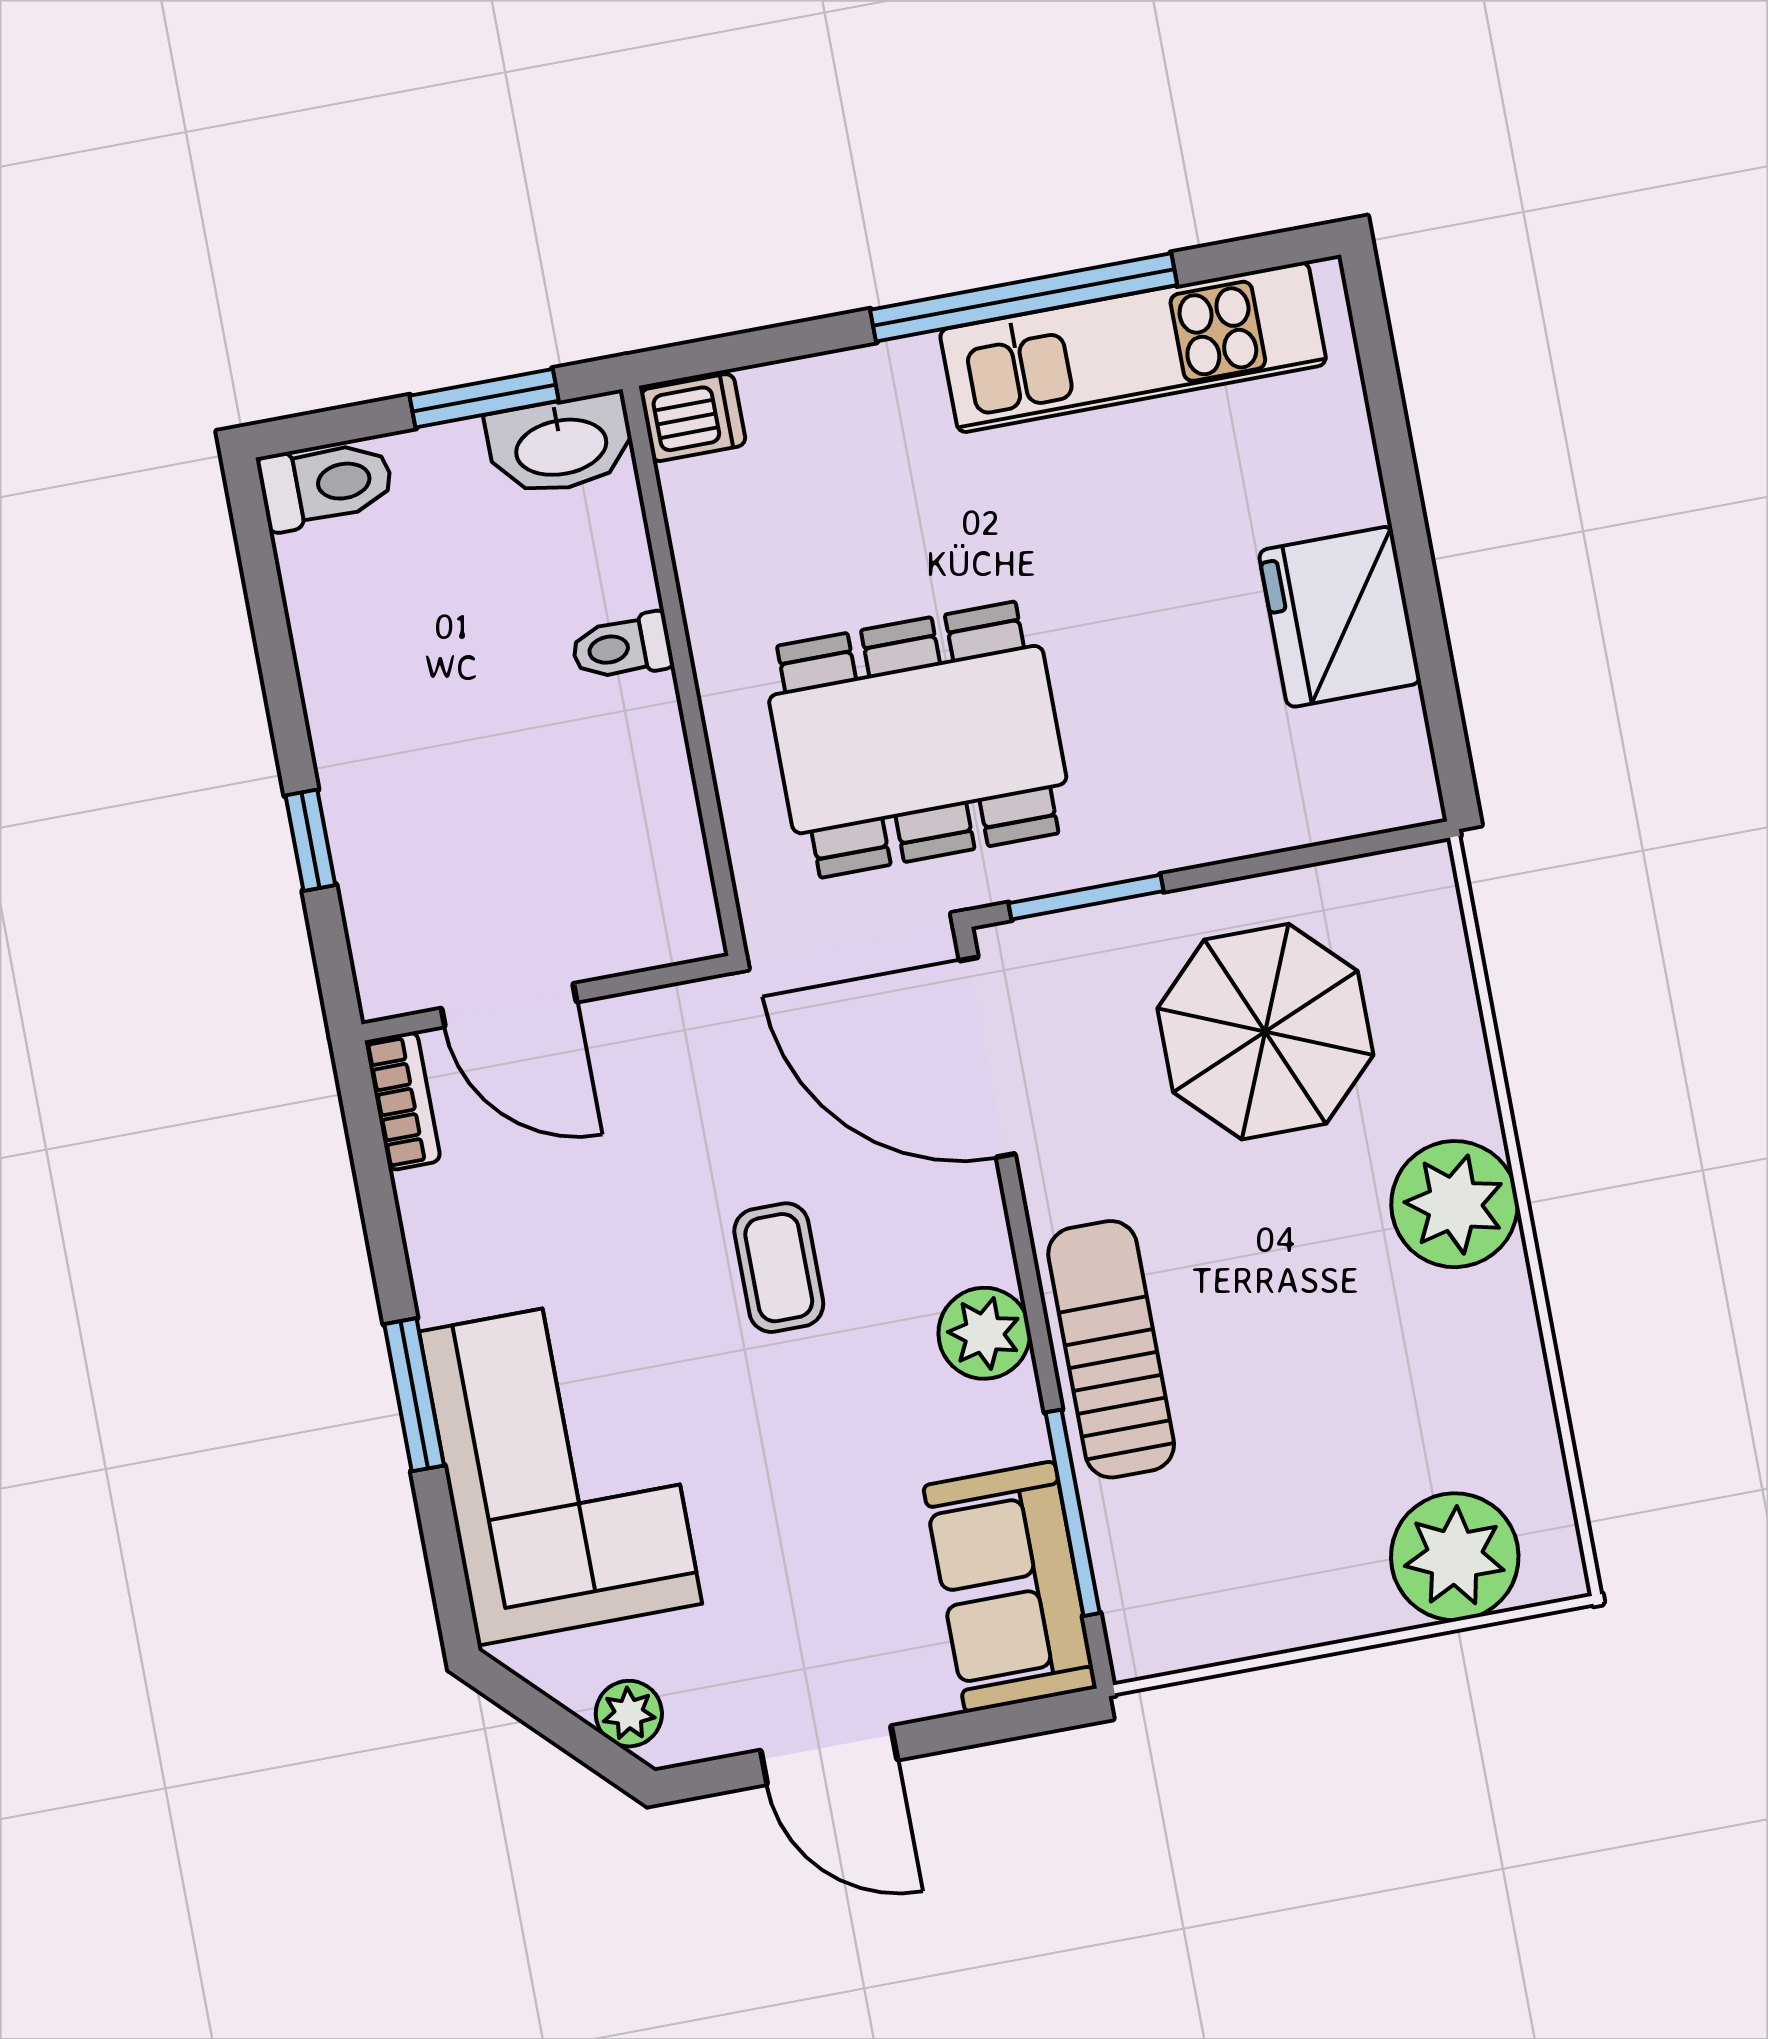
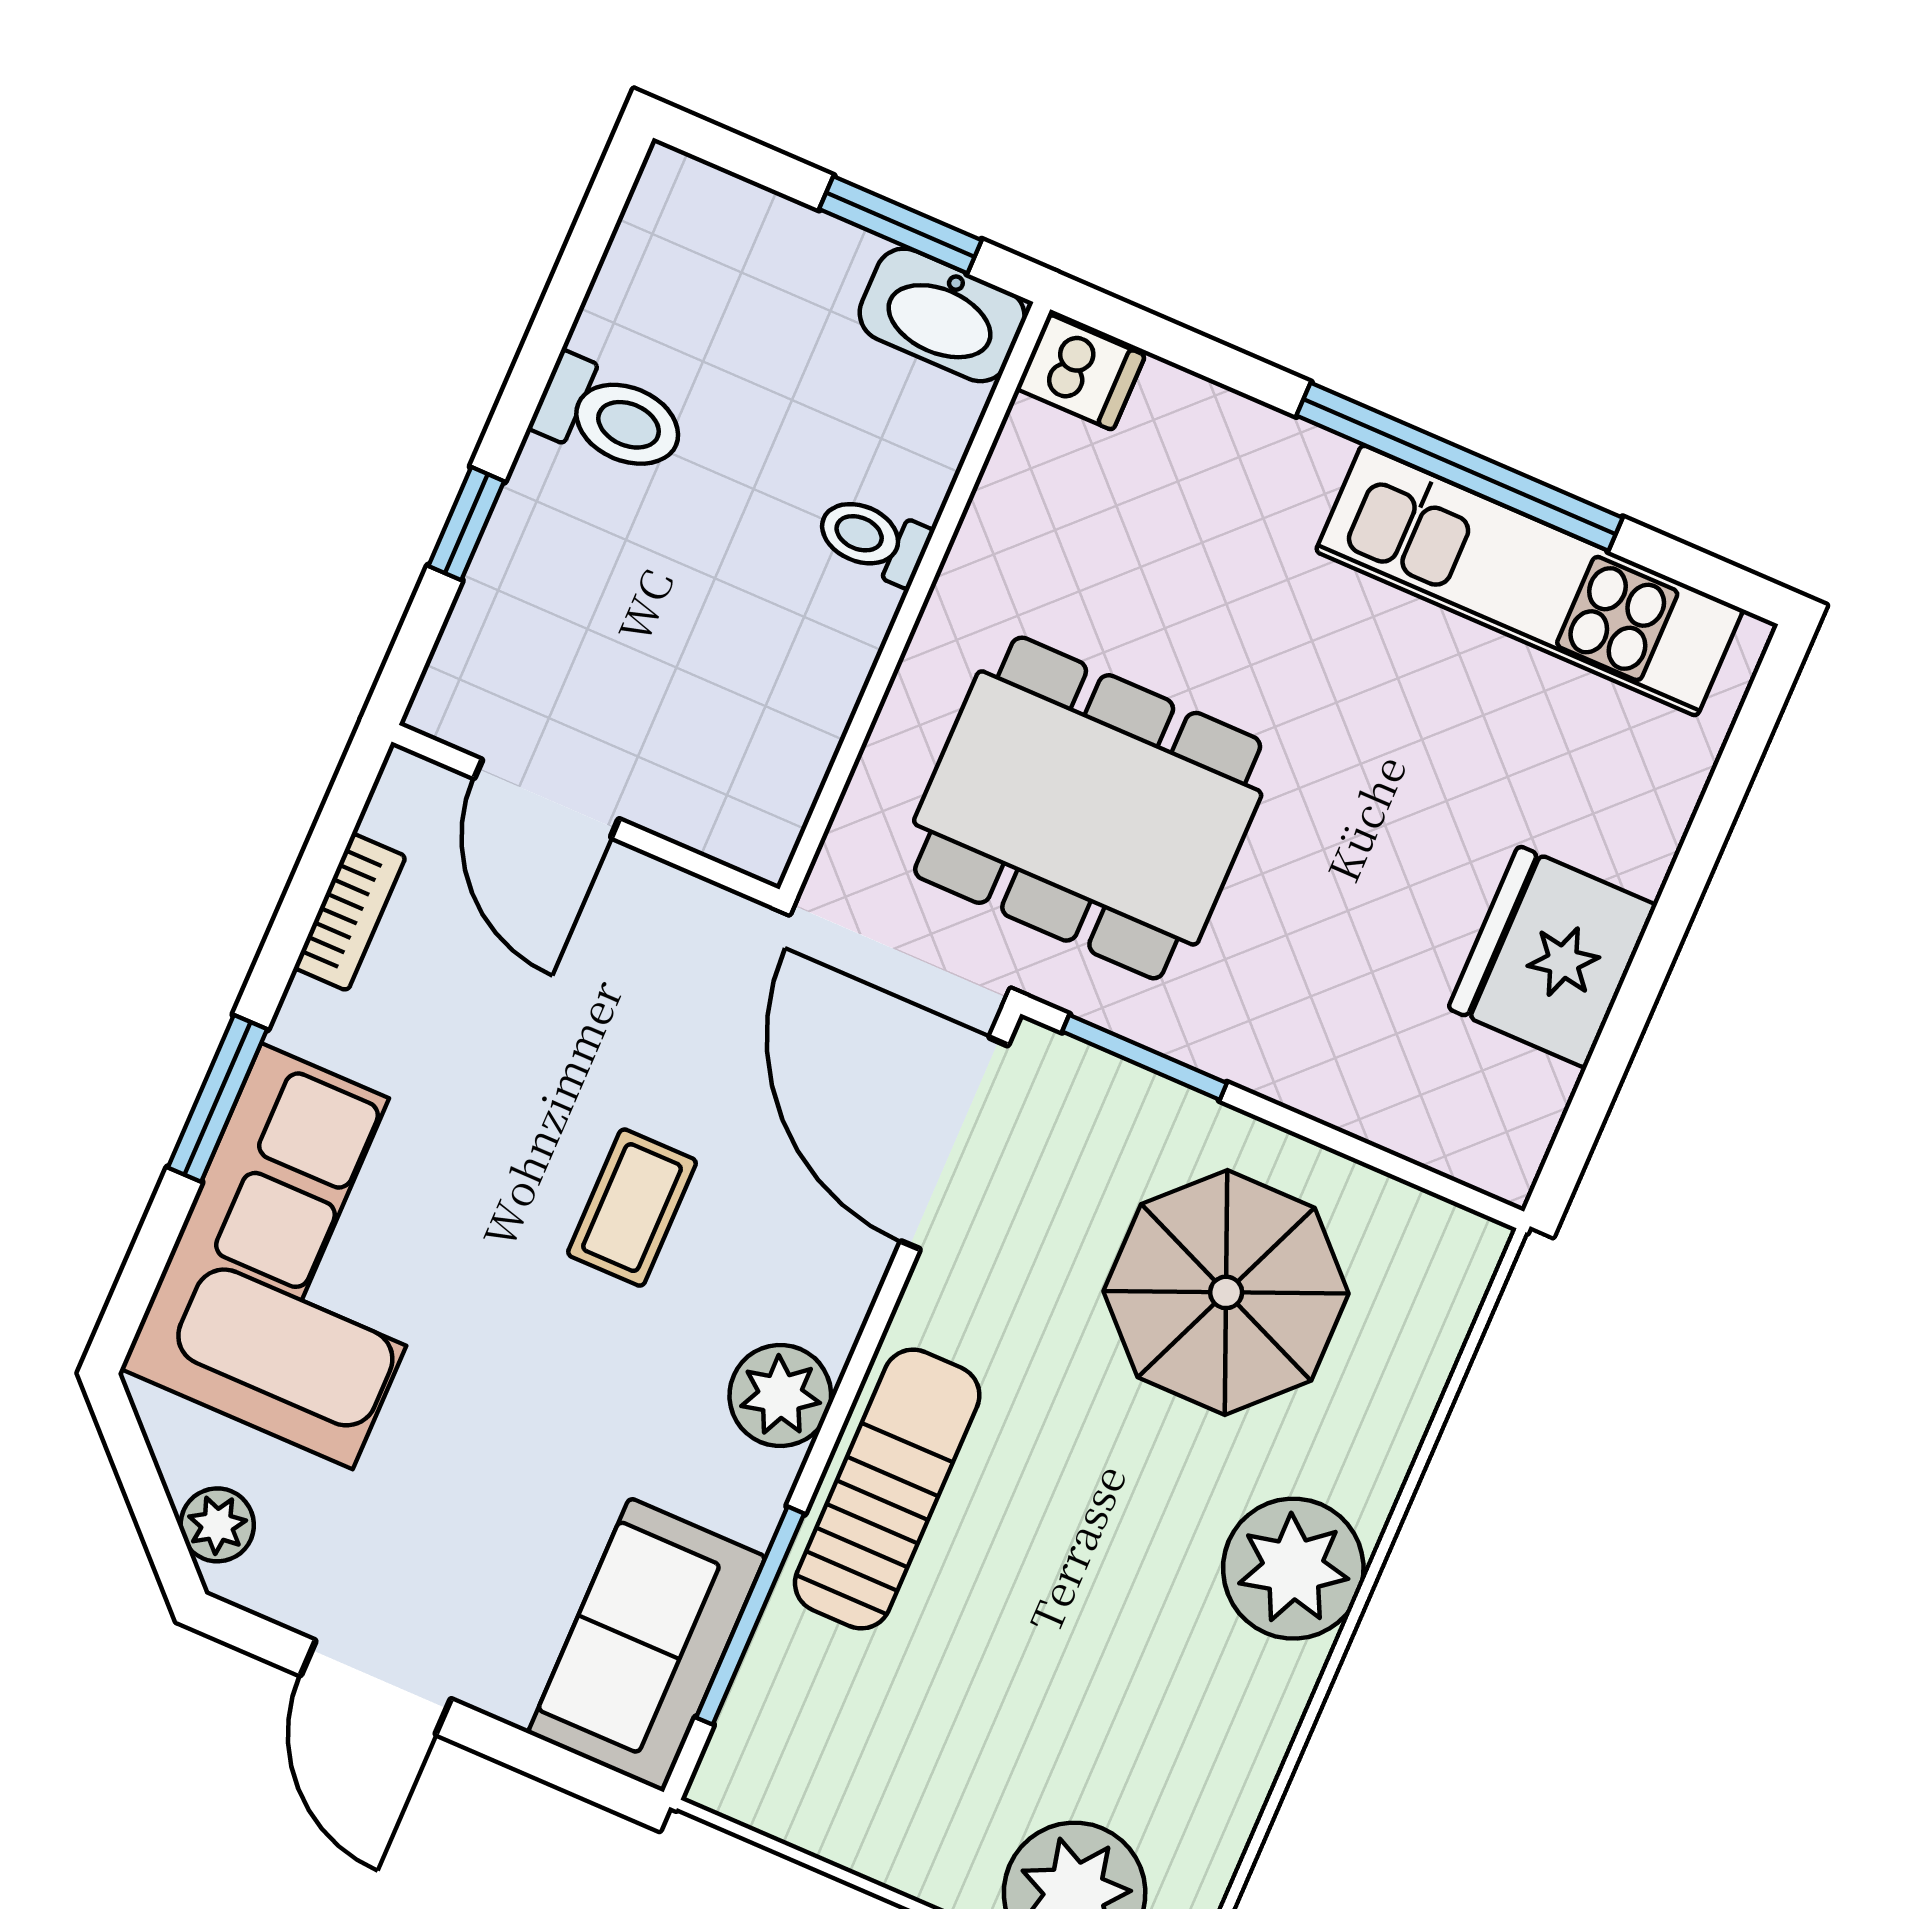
toilet: (326, 484) -> (610, 417), moved
bookcase: (403, 1101) -> (350, 912), moved

